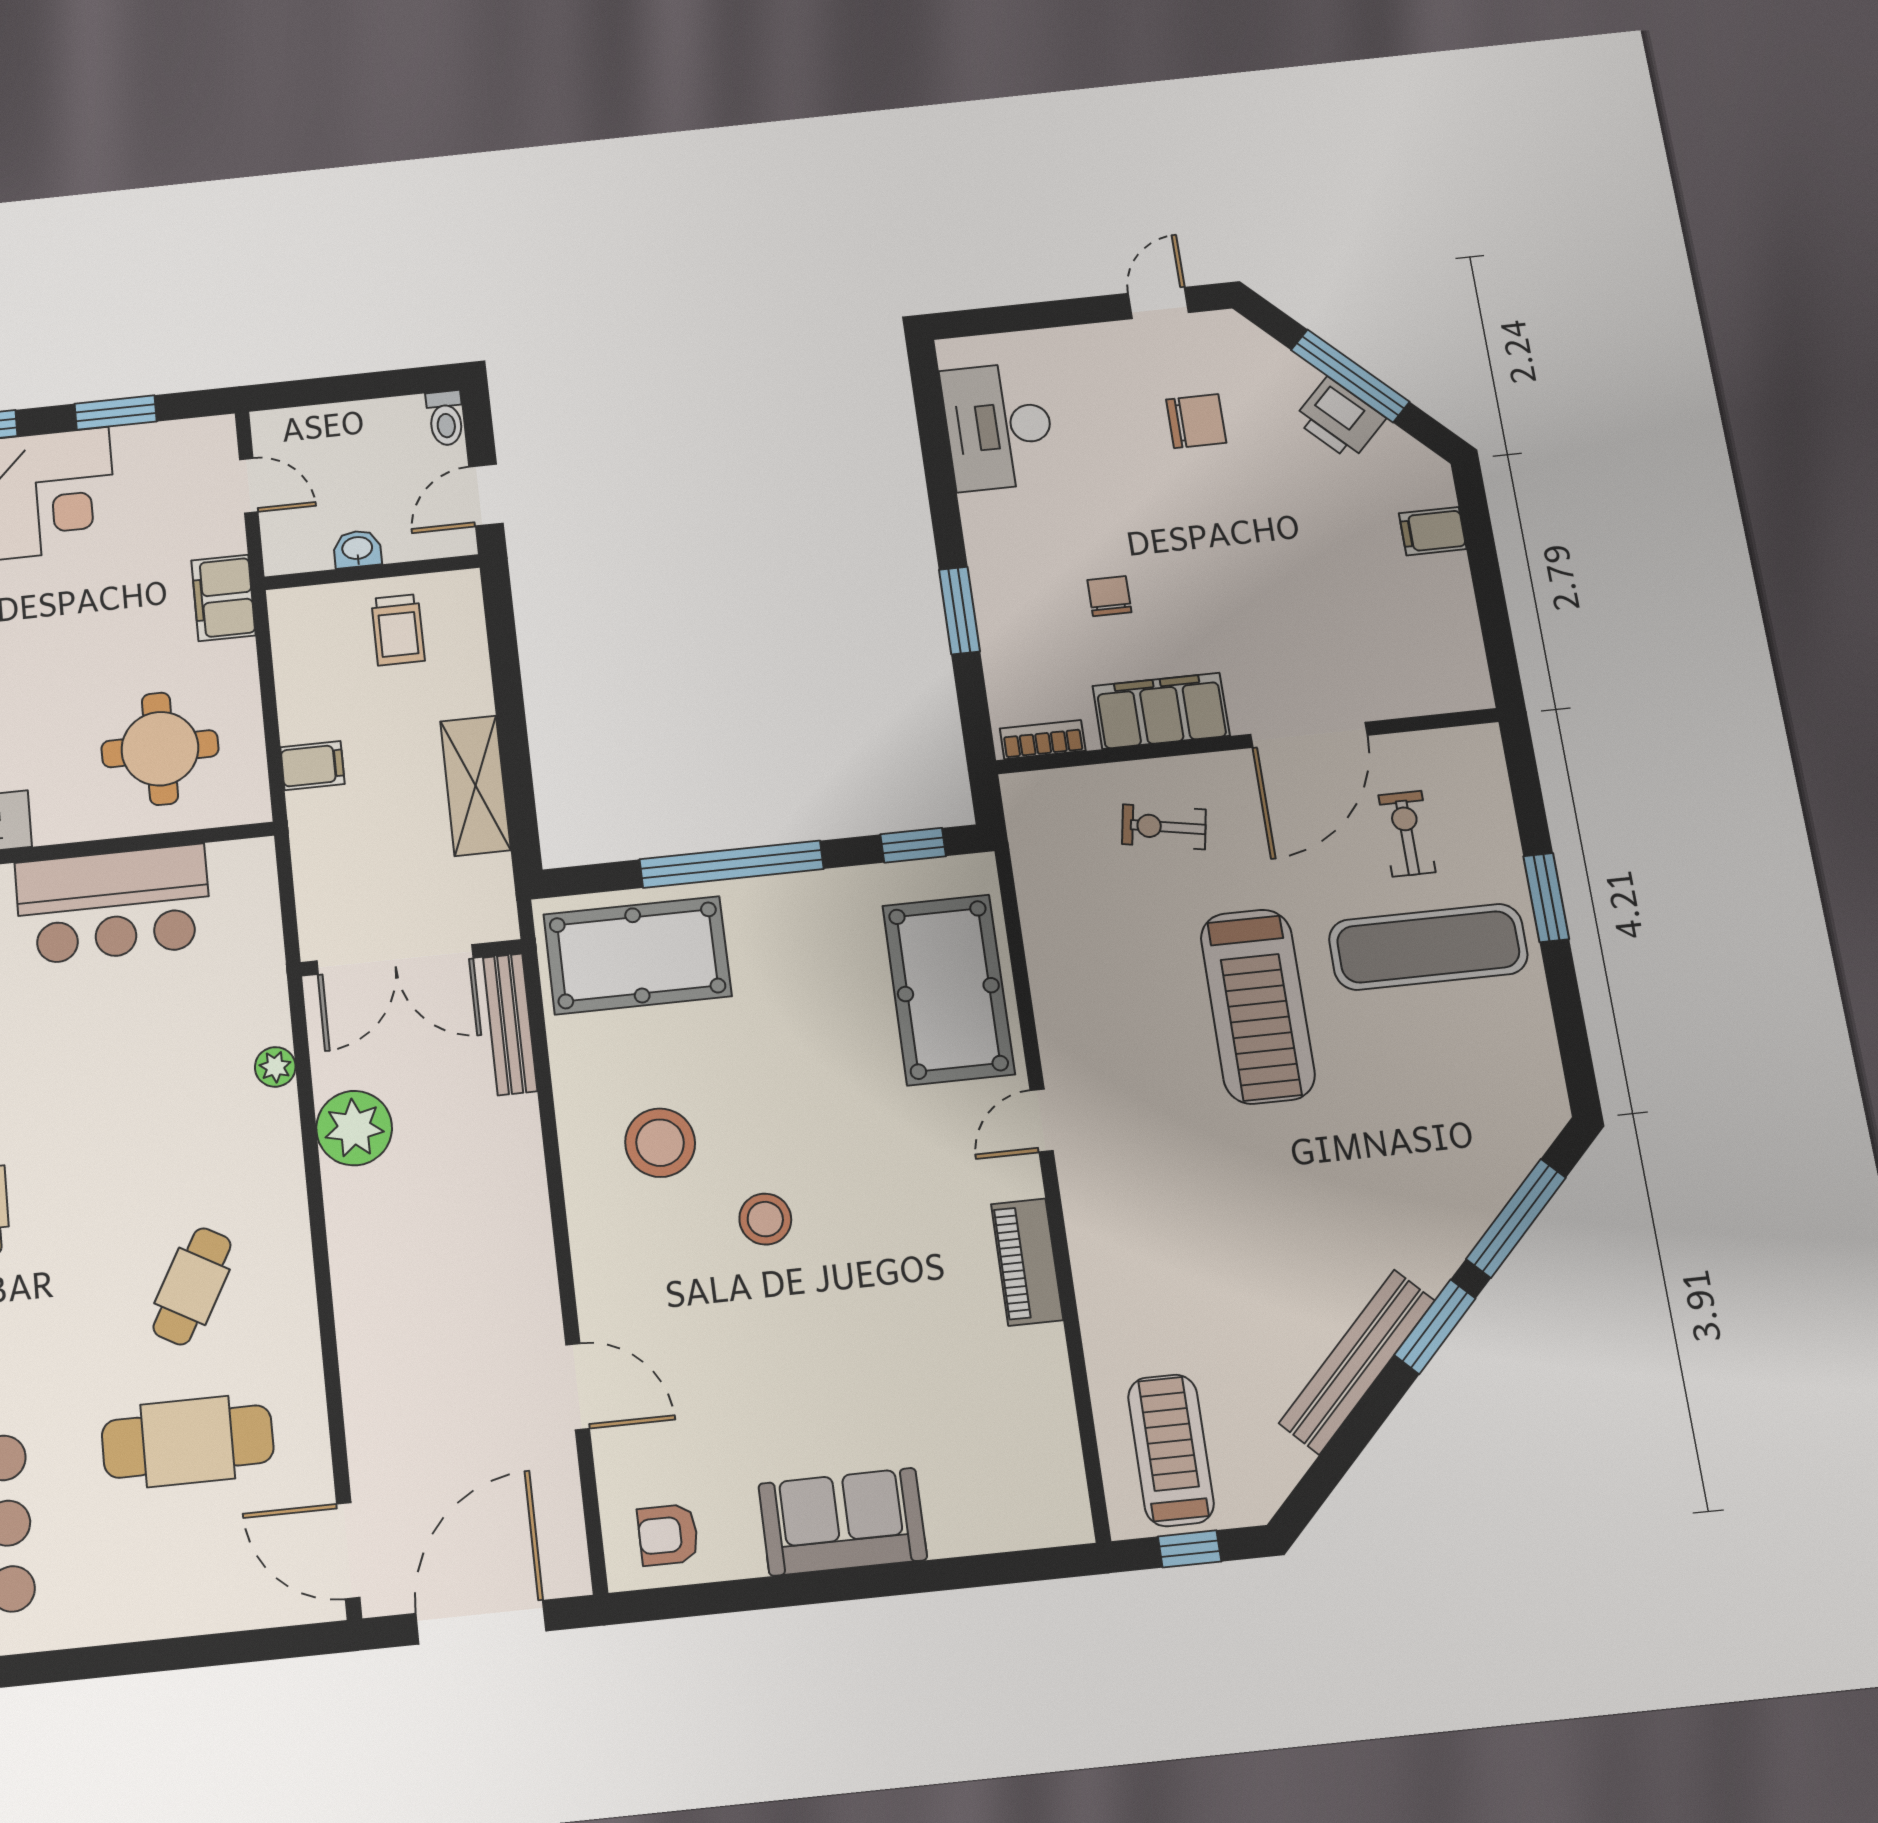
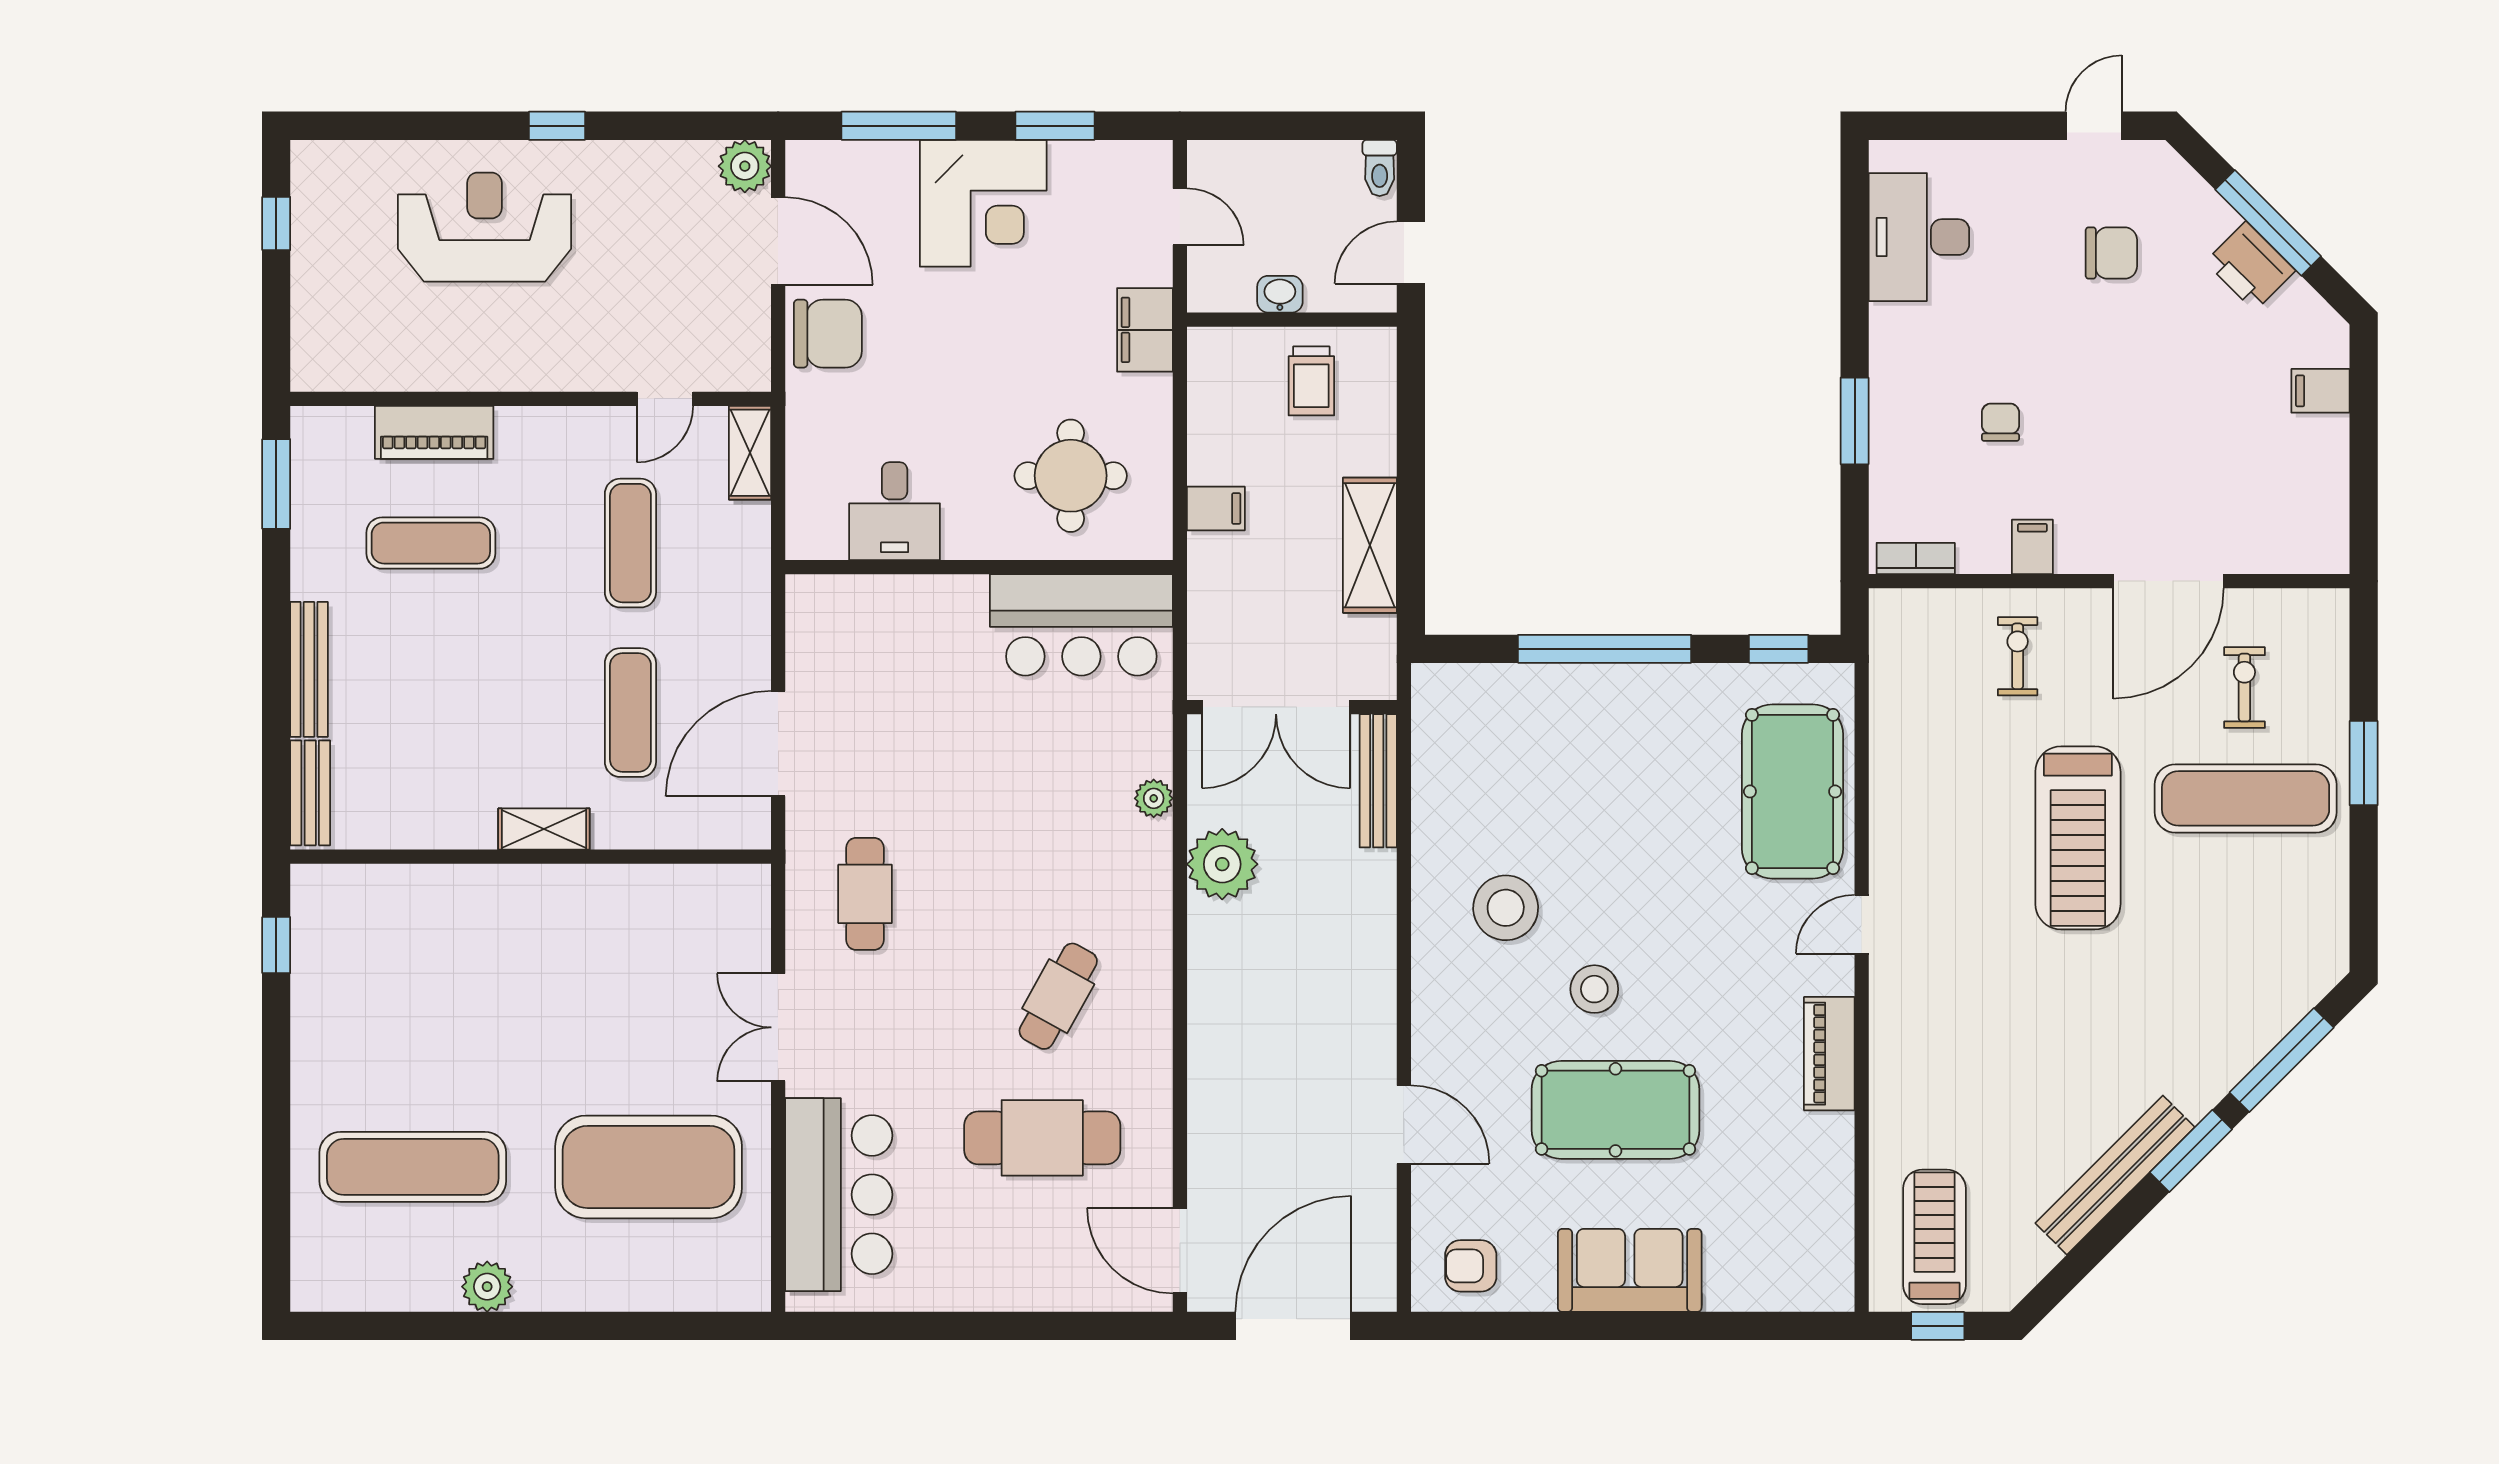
filing cabinet: (1161, 711) -> (2032, 547), width x0.33, depth x0.86
exercise bike: (1164, 827) -> (2018, 656), turned 80
bar counter: (113, 904) -> (1081, 625), moved
pool table: (637, 955) -> (1615, 1110), moved

